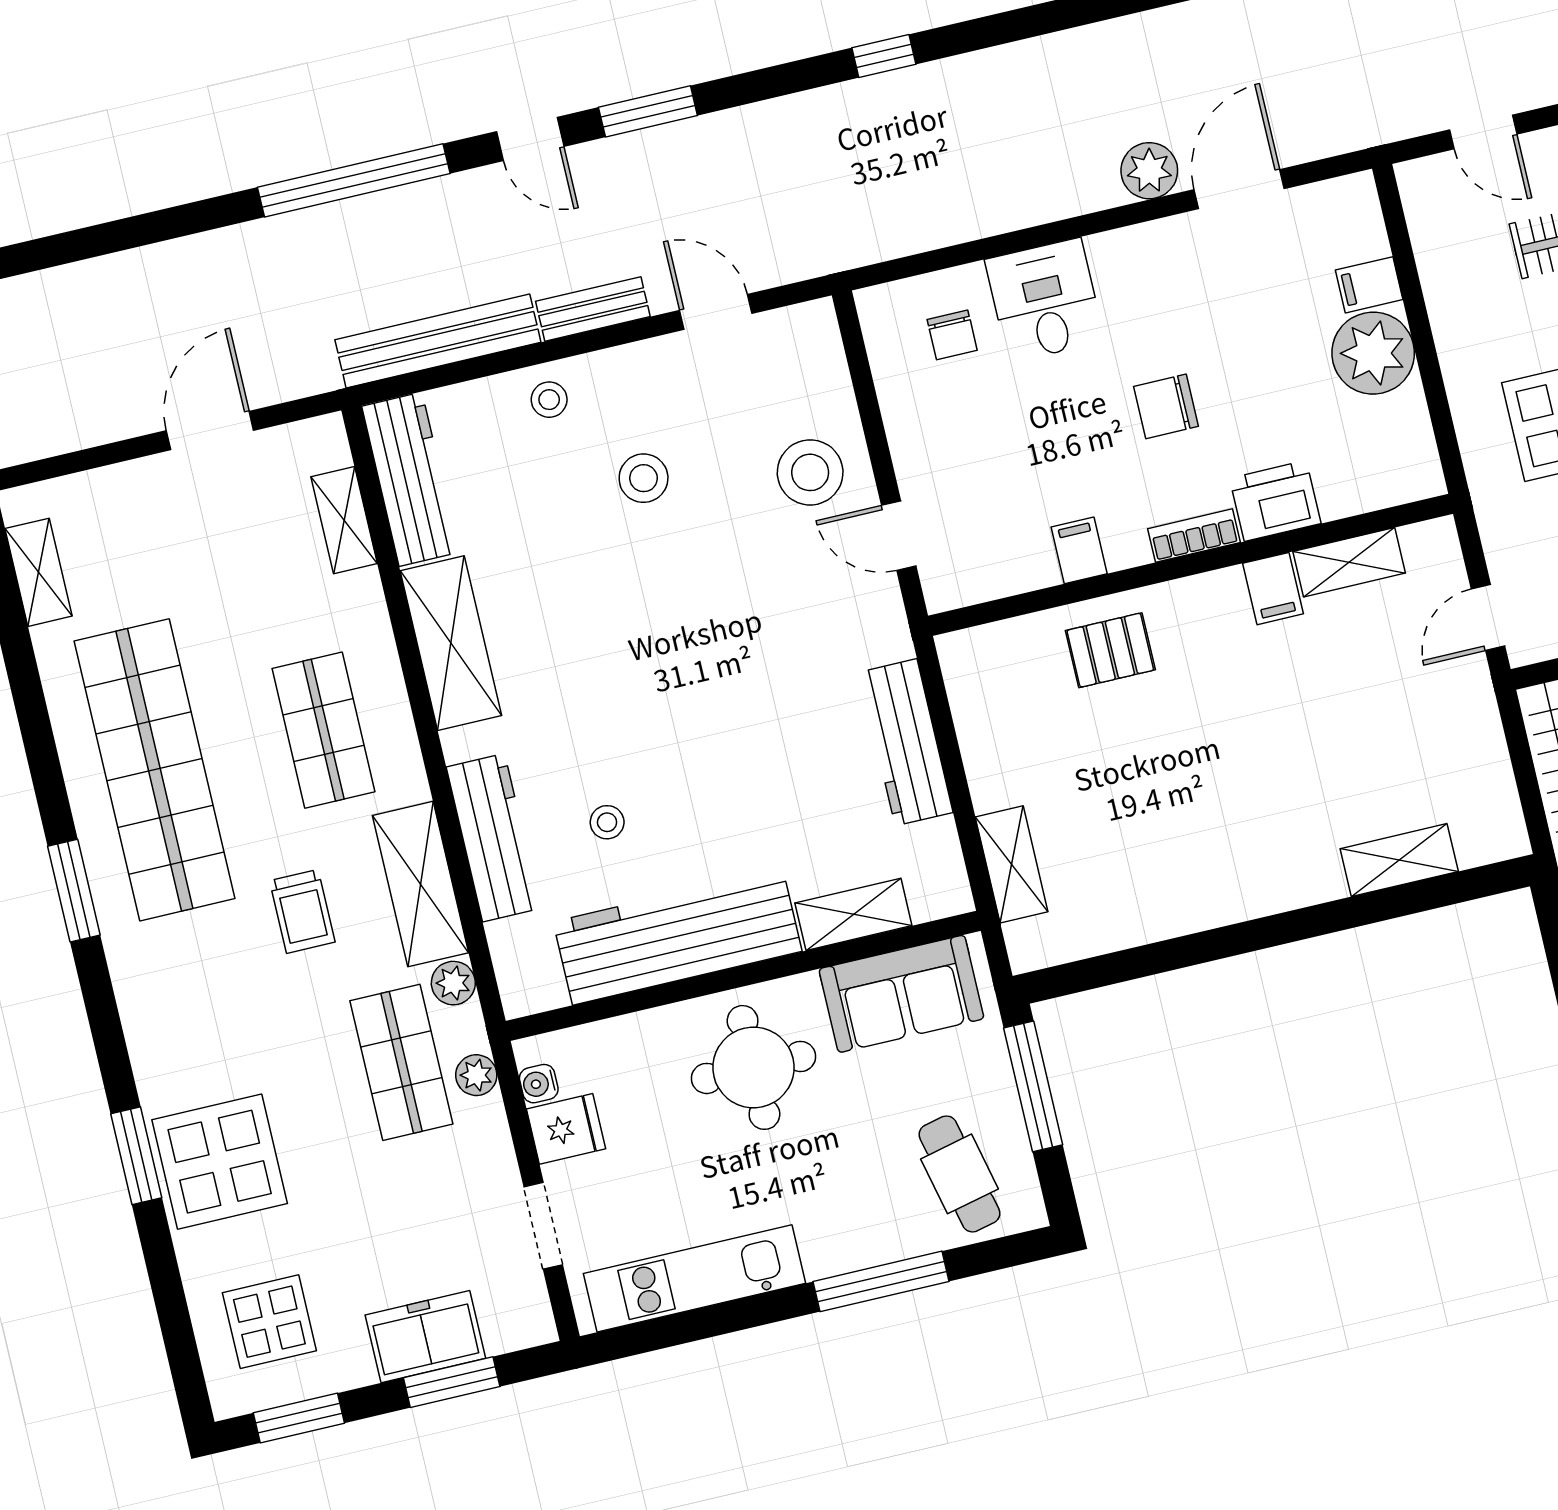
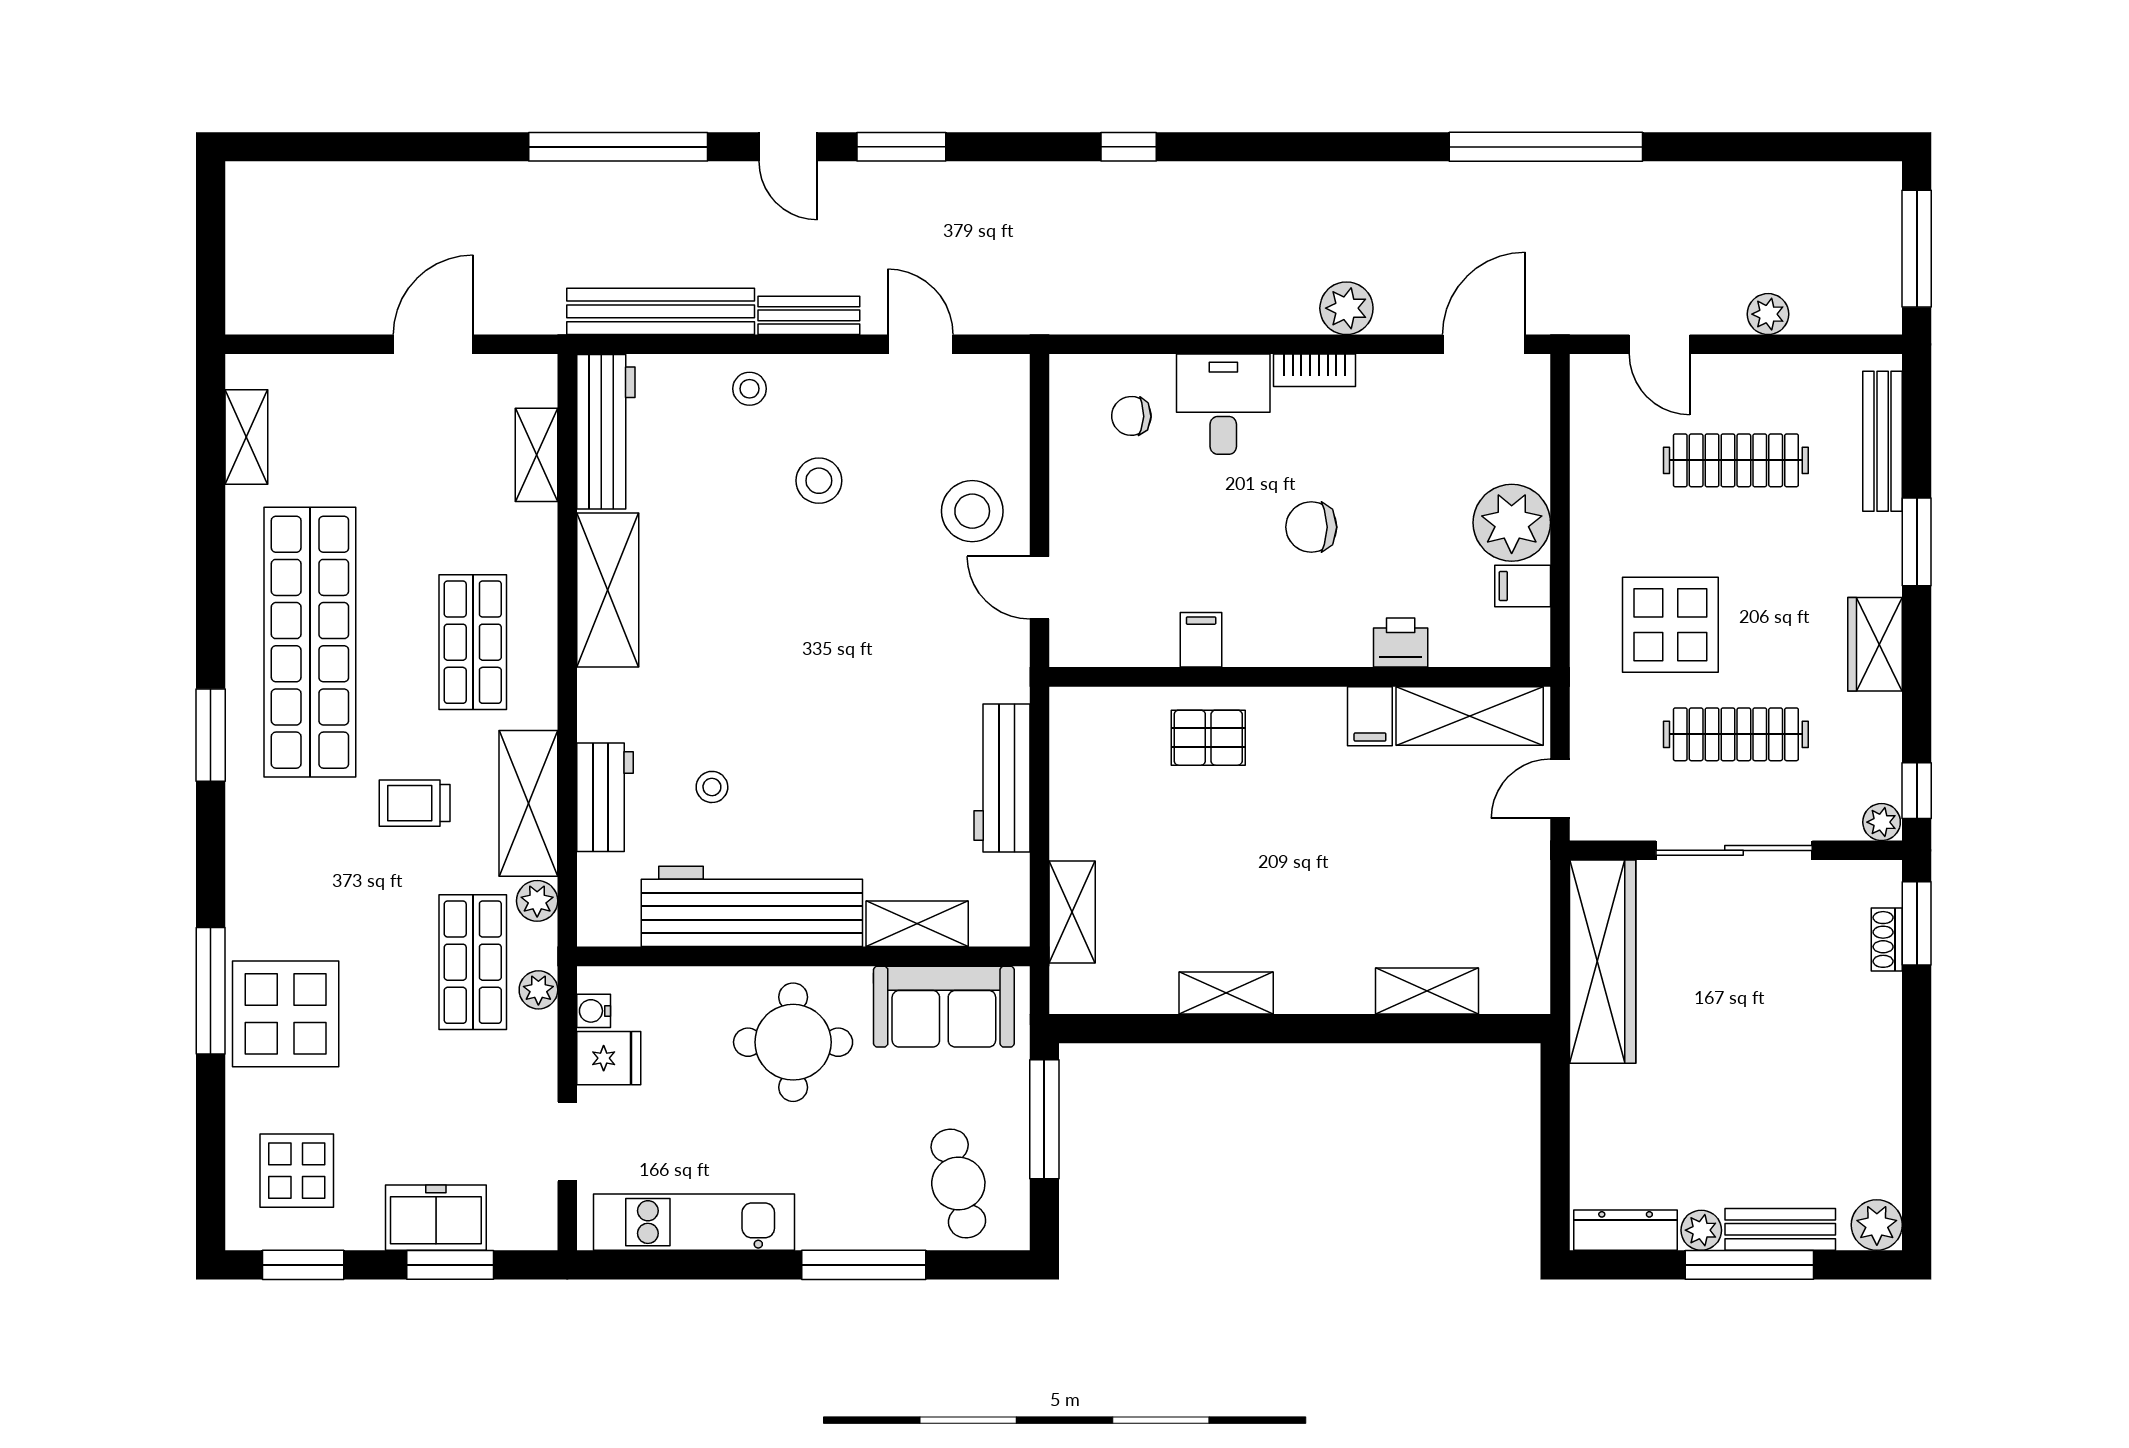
door: (1239, 189) -> (1484, 344), moved
filing cabinet: (1369, 285) -> (1523, 586), moved
chair: (952, 335) -> (1131, 416), turned 92
printer: (1275, 501) -> (1401, 643), width x0.73, depth x0.81
bookcase: (1194, 536) -> (1315, 370), moved, turned 180
shelving: (1349, 562) -> (1470, 716), width x1.50, depth x1.33
workbench: (494, 838) -> (605, 797), width x0.73
trolley: (302, 911) -> (415, 803), turned 90
shelving: (1191, 911) -> (1226, 993), added
window: (136, 1156) -> (211, 991), width x1.44

